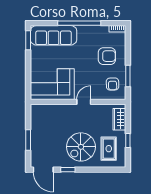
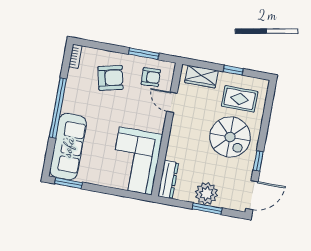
armchair: (107, 56) -> (111, 78), turned 77
door: (84, 102) -> (172, 102), moved
dresser: (43, 109) -> (168, 179), added
plant: (39, 138) -> (207, 194), added

